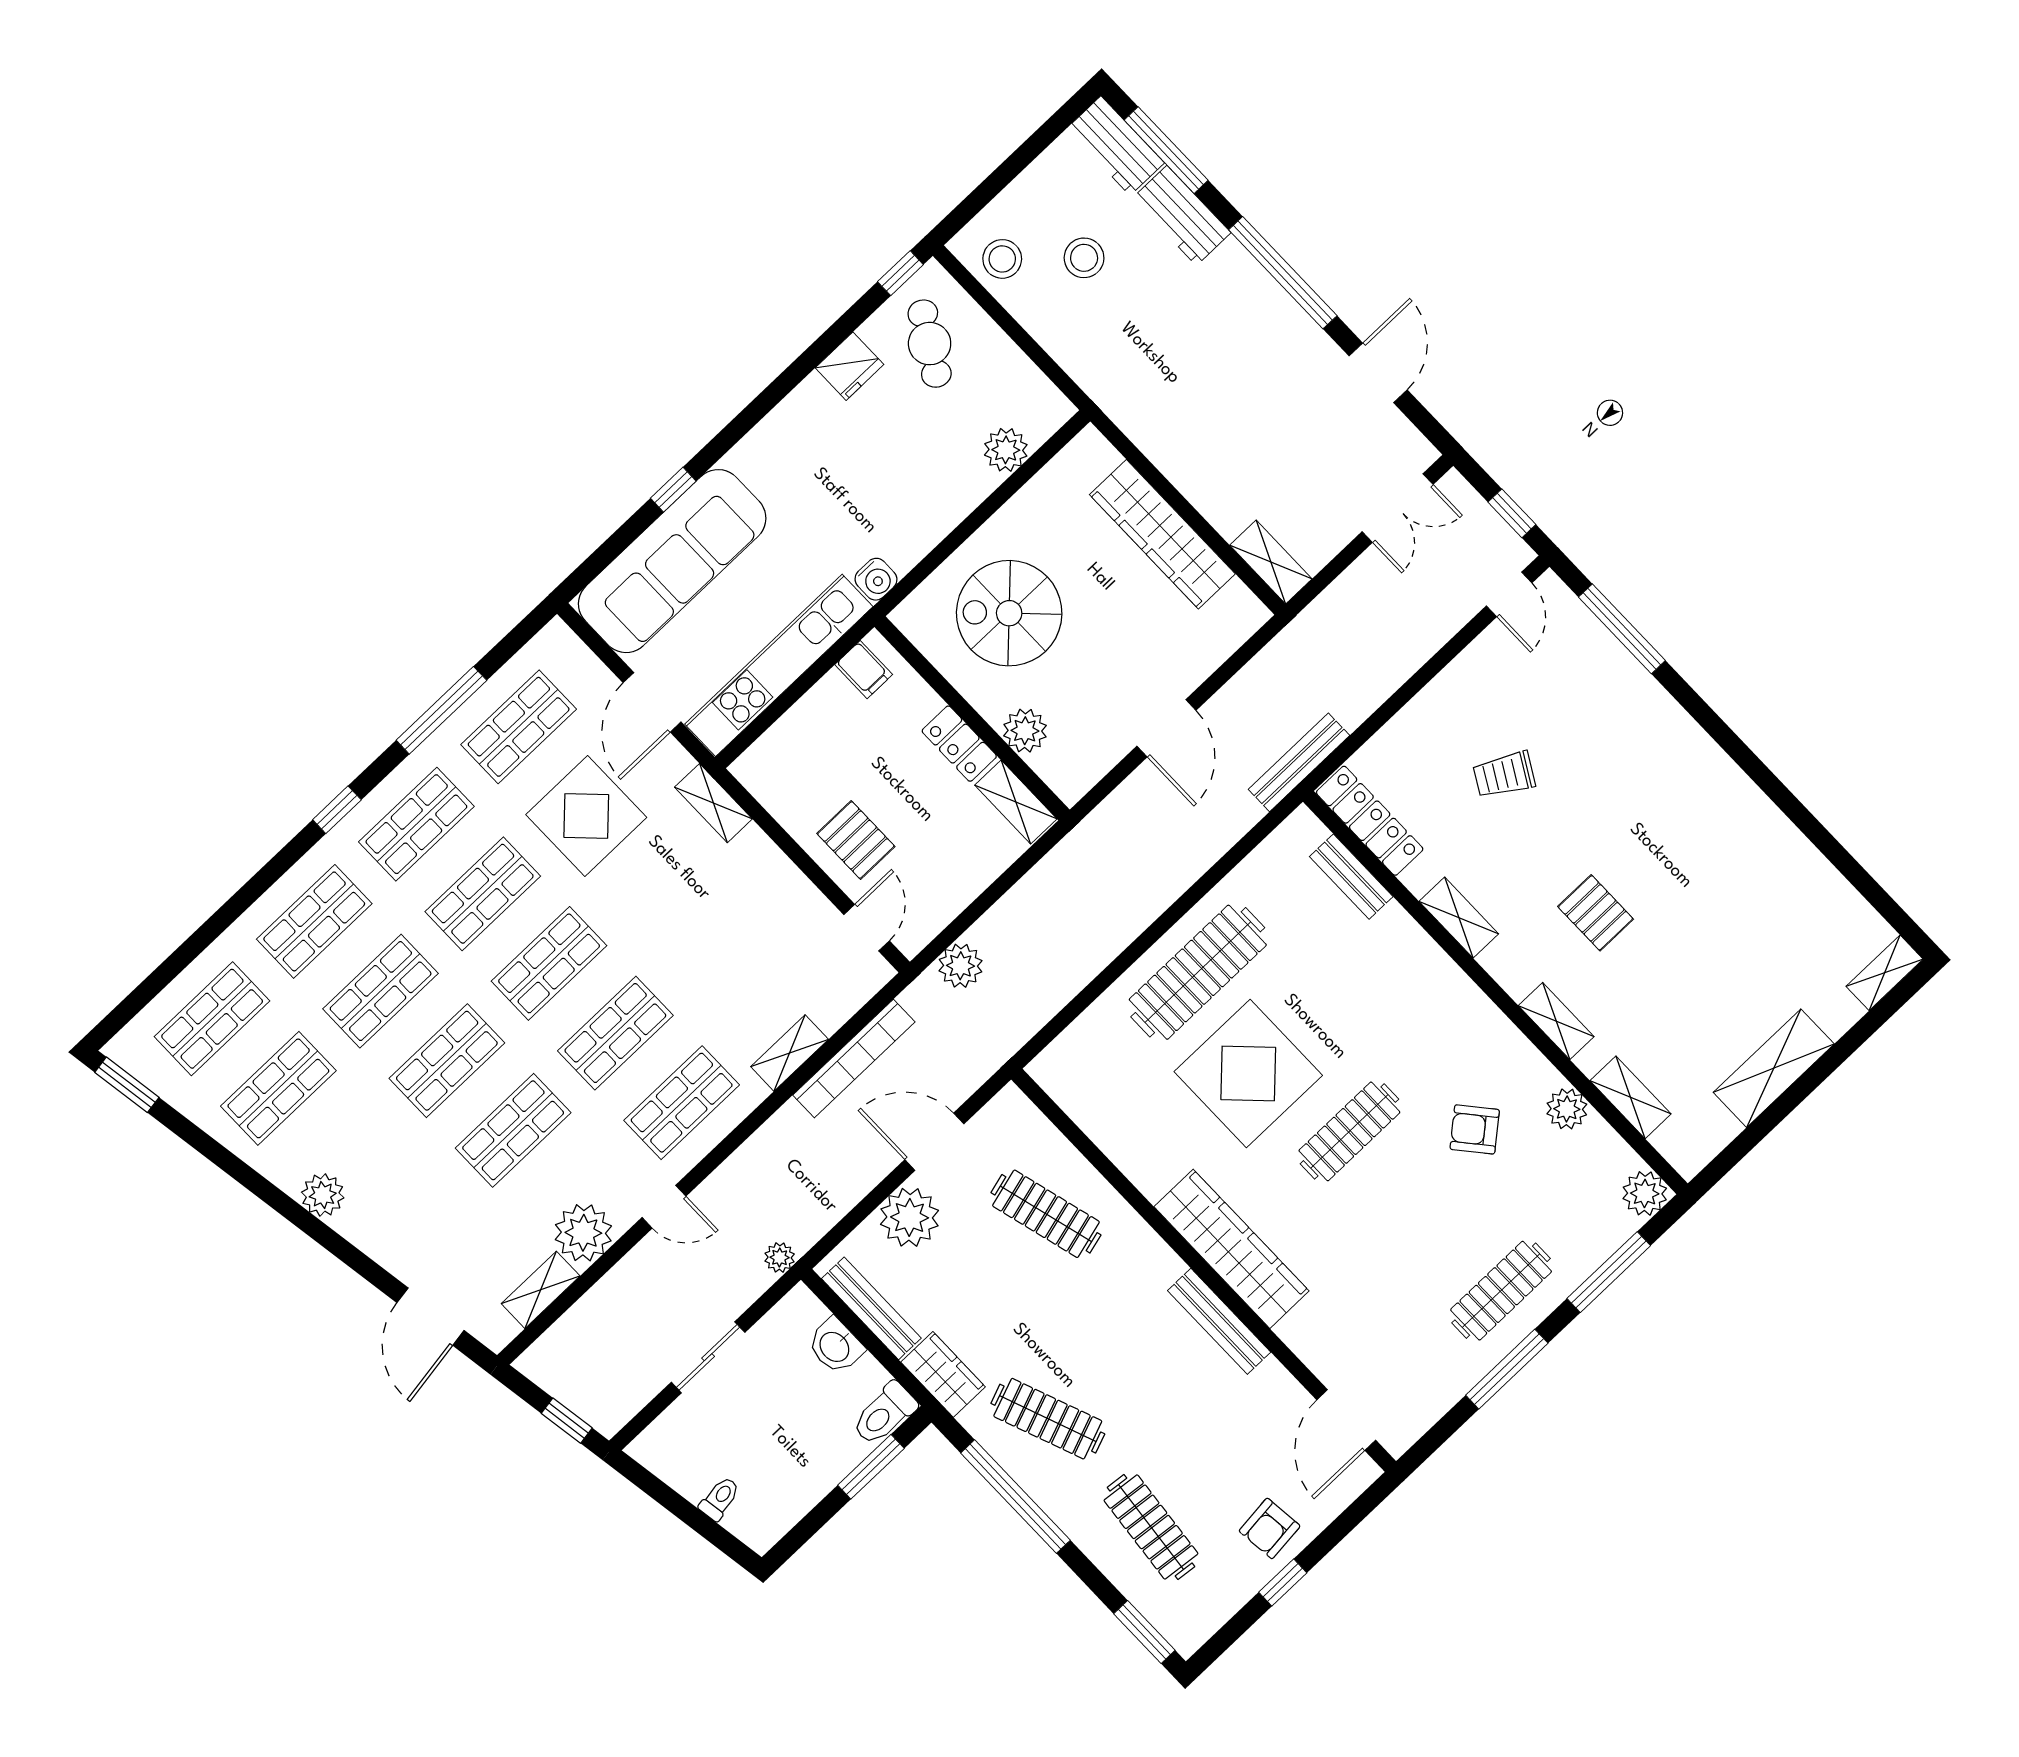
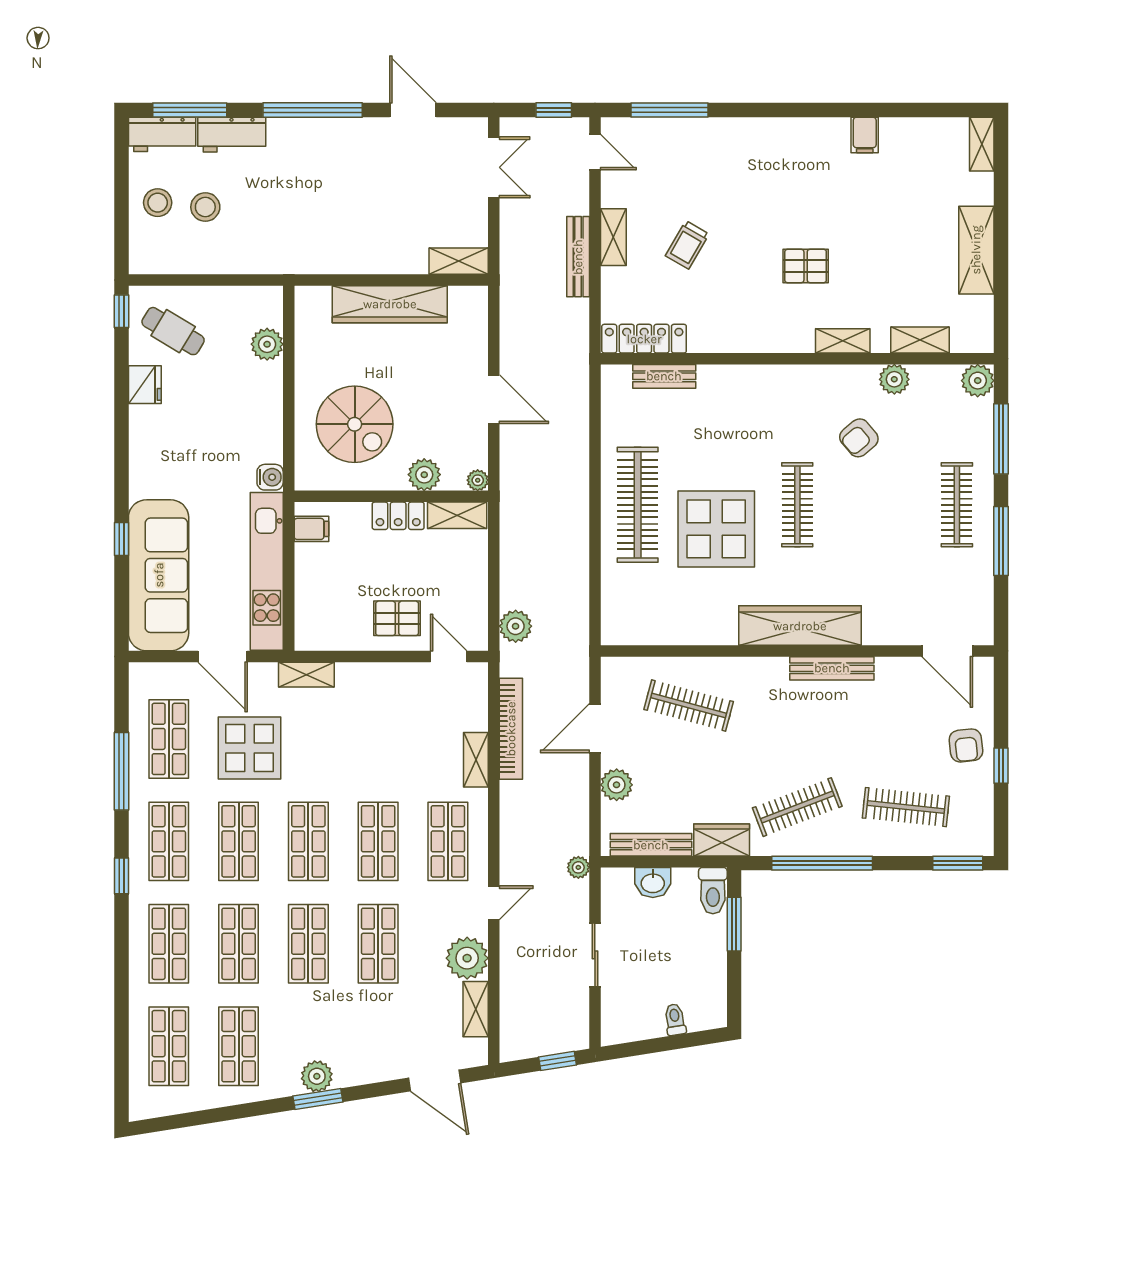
stool: (1002, 259) -> (158, 203), moved
spiral stairs: (1009, 613) -> (355, 424), turned -90
bench: (1299, 762) -> (578, 257), moved
plant: (1070, 789) -> (478, 480), added
filing cabinet: (1782, 847) -> (865, 135), added
shelving: (1459, 918) -> (613, 237), moved, turned 90
window: (127, 1085) -> (318, 1099), moved
clothes rail: (1046, 1214) -> (689, 706), turned 30
plant: (910, 1217) -> (617, 785), width x0.73, depth x0.73

